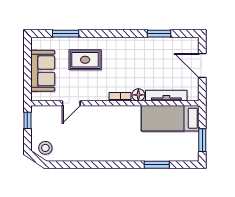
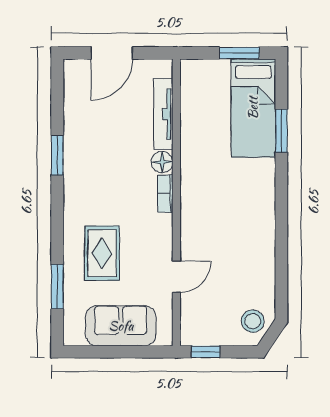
window: (159, 34) -> (57, 155), moved
door: (71, 103) -> (176, 277), hinge flipped
bed: (170, 118) -> (253, 108), moved

